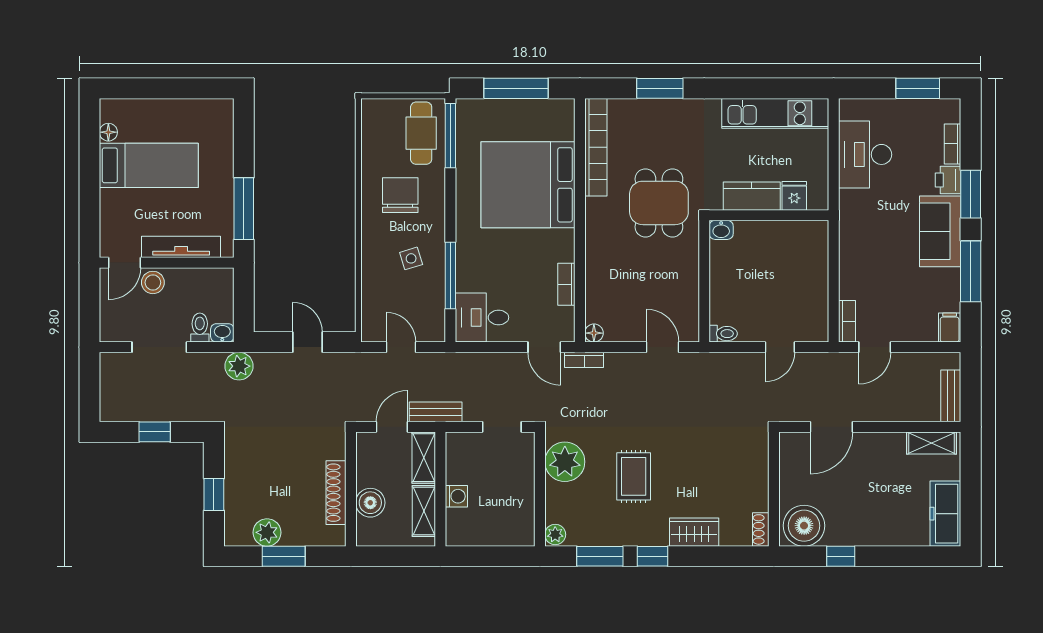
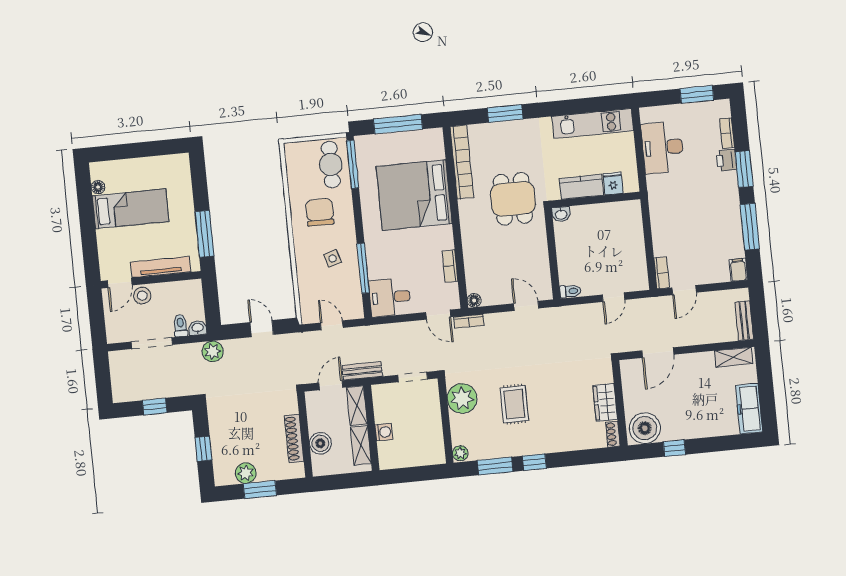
sofa: (940, 231) -> (724, 199), removed
wardrobe: (694, 532) -> (605, 402), moved, turned -90

